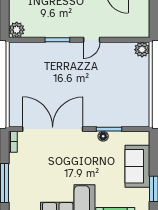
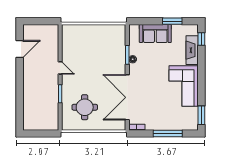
plant: (17, 30) -> (53, 124), removed
plant: (142, 50) -> (67, 30), removed
round table: (39, 73) -> (85, 107), added

